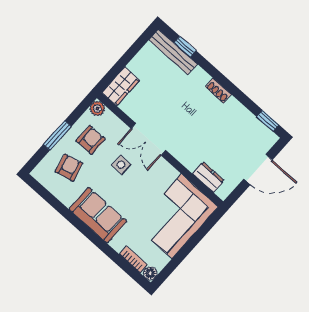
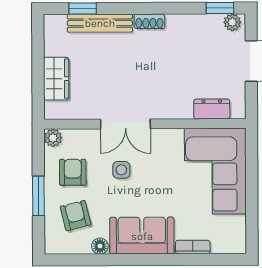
bench: (173, 52) -> (100, 23), moved
wardrobe: (121, 86) -> (56, 79), moved
plant: (267, 136) -> (232, 22), added
bookcase: (133, 259) -> (193, 247), moved
floor lamp: (150, 273) -> (100, 246), moved

